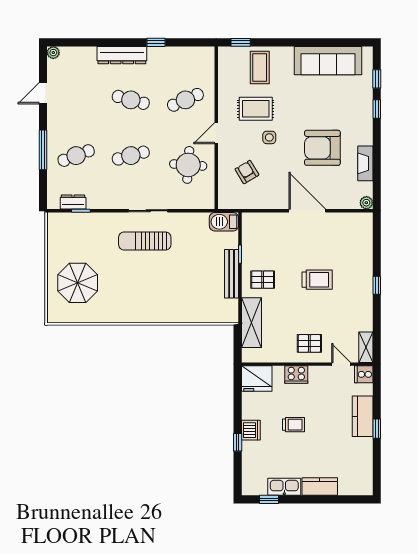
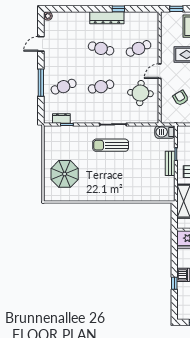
dresser: (122, 55) -> (107, 18), moved
bench: (232, 274) -> (170, 163), width x0.73

